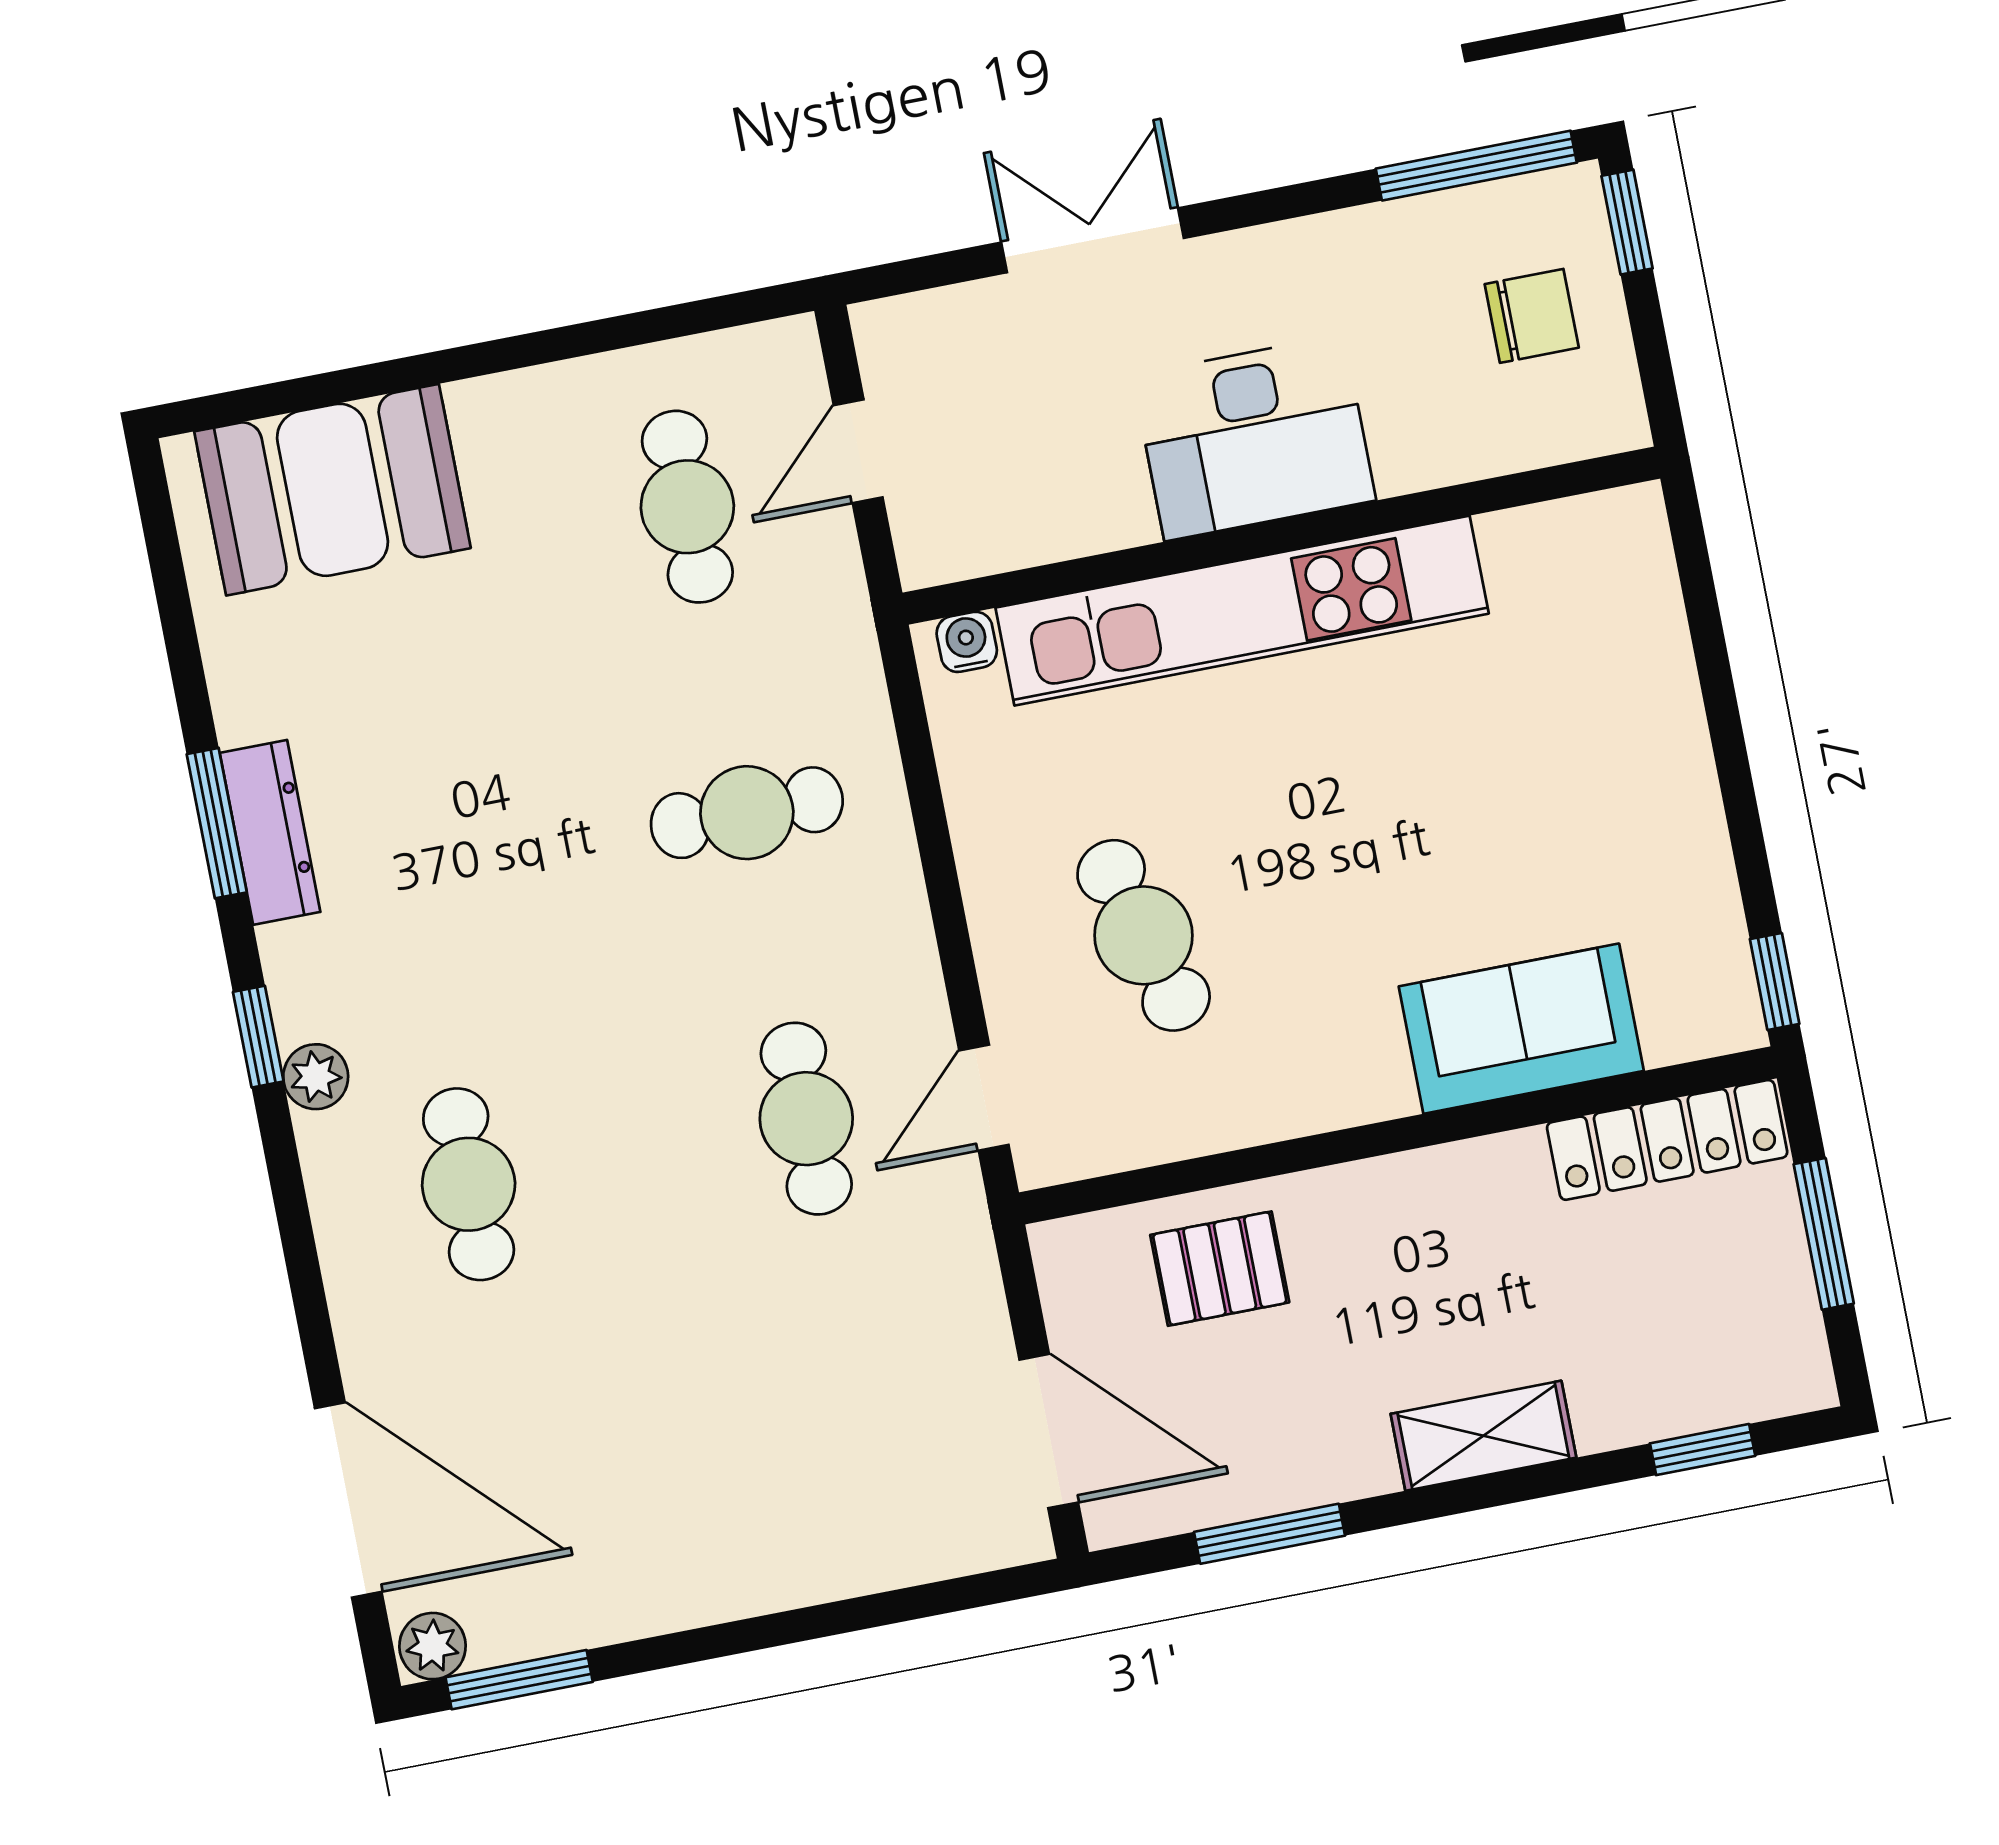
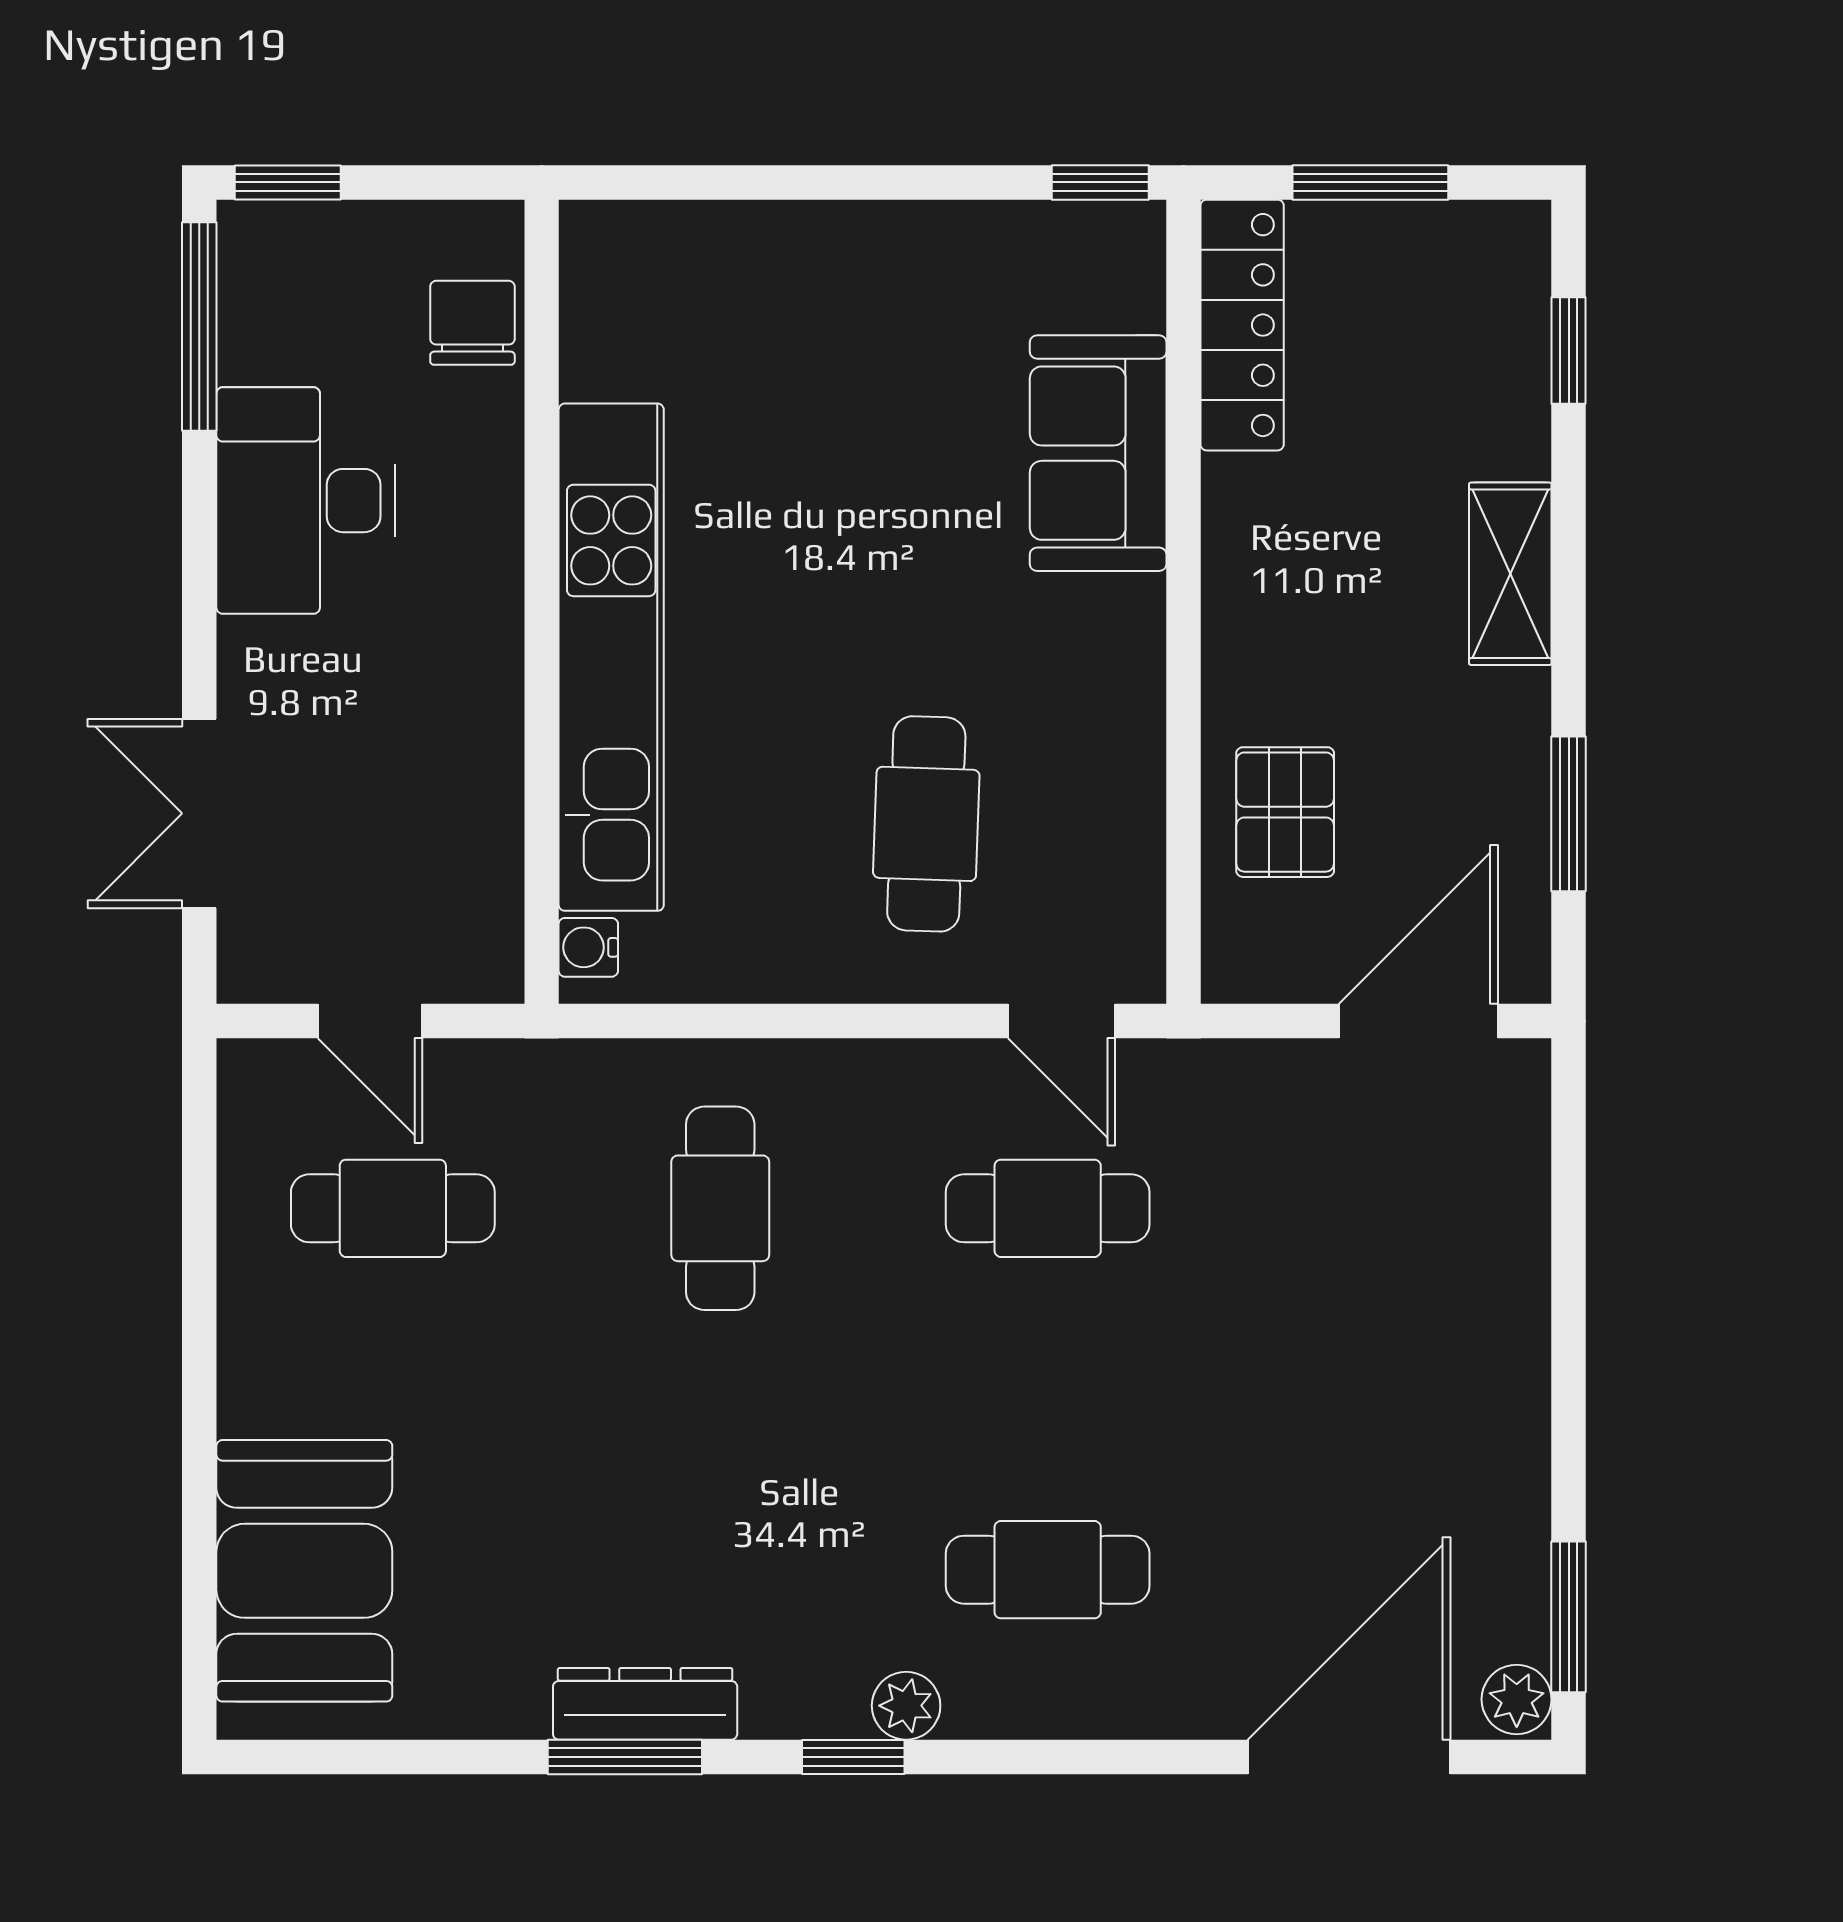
double door: (1092, 240) -> (199, 813), moved
chair: (1532, 316) -> (472, 323), moved
desk: (1254, 438) -> (306, 501), moved, turned 180
cafe table: (1144, 935) -> (926, 824), turned -72

